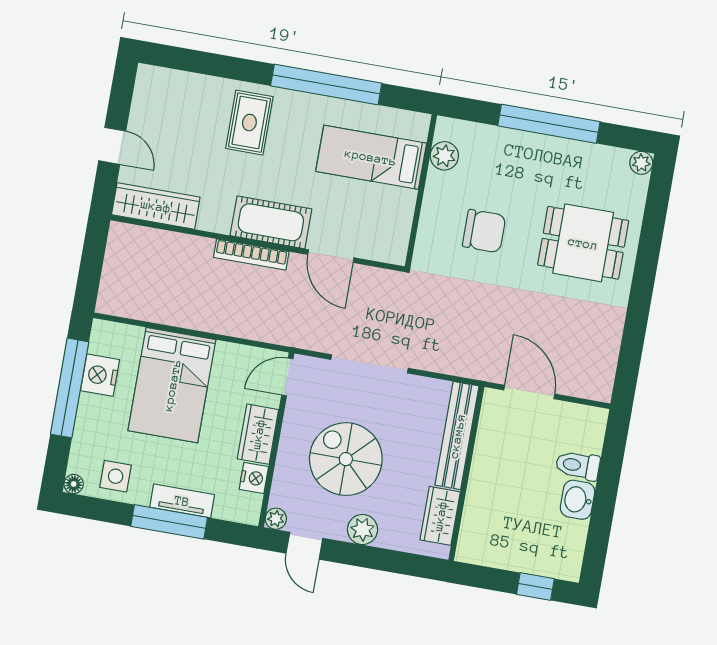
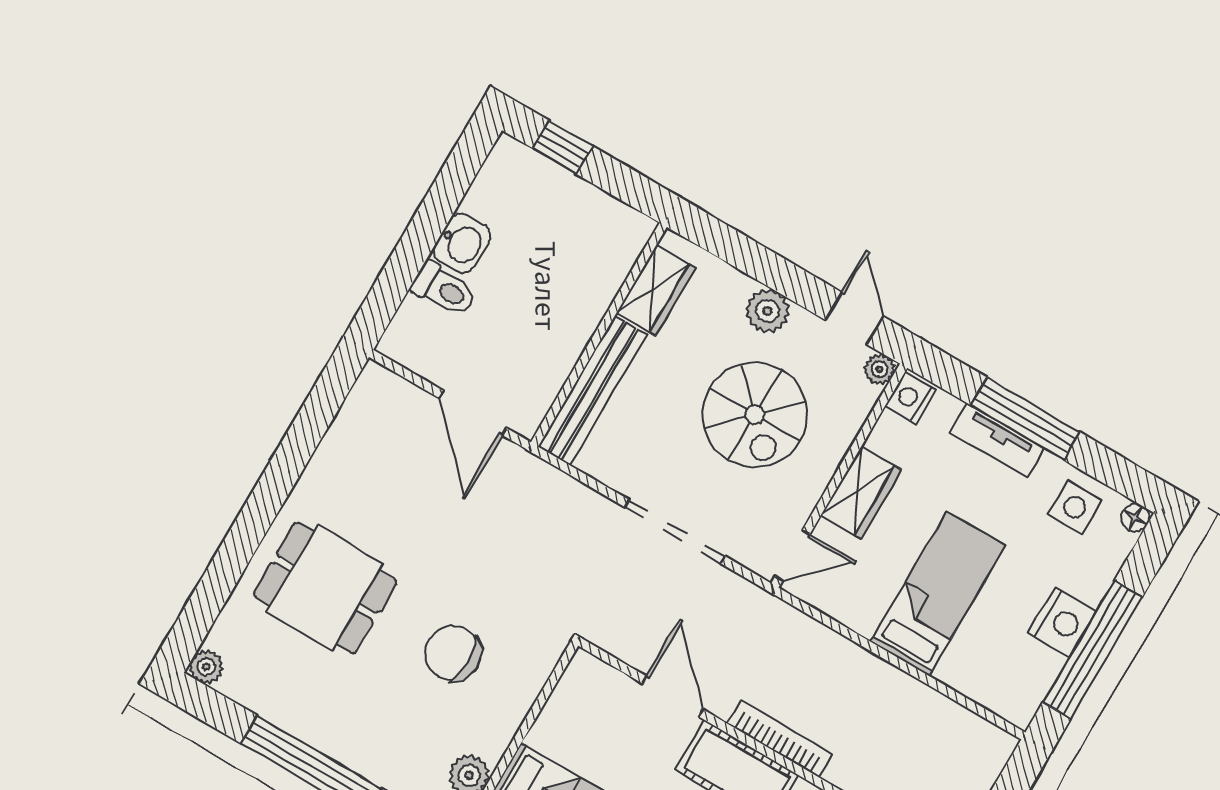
nightstand: (100, 375) -> (1062, 622), moved
bed: (172, 385) -> (938, 594), width x0.67
nightstand: (254, 478) -> (911, 398), moved

